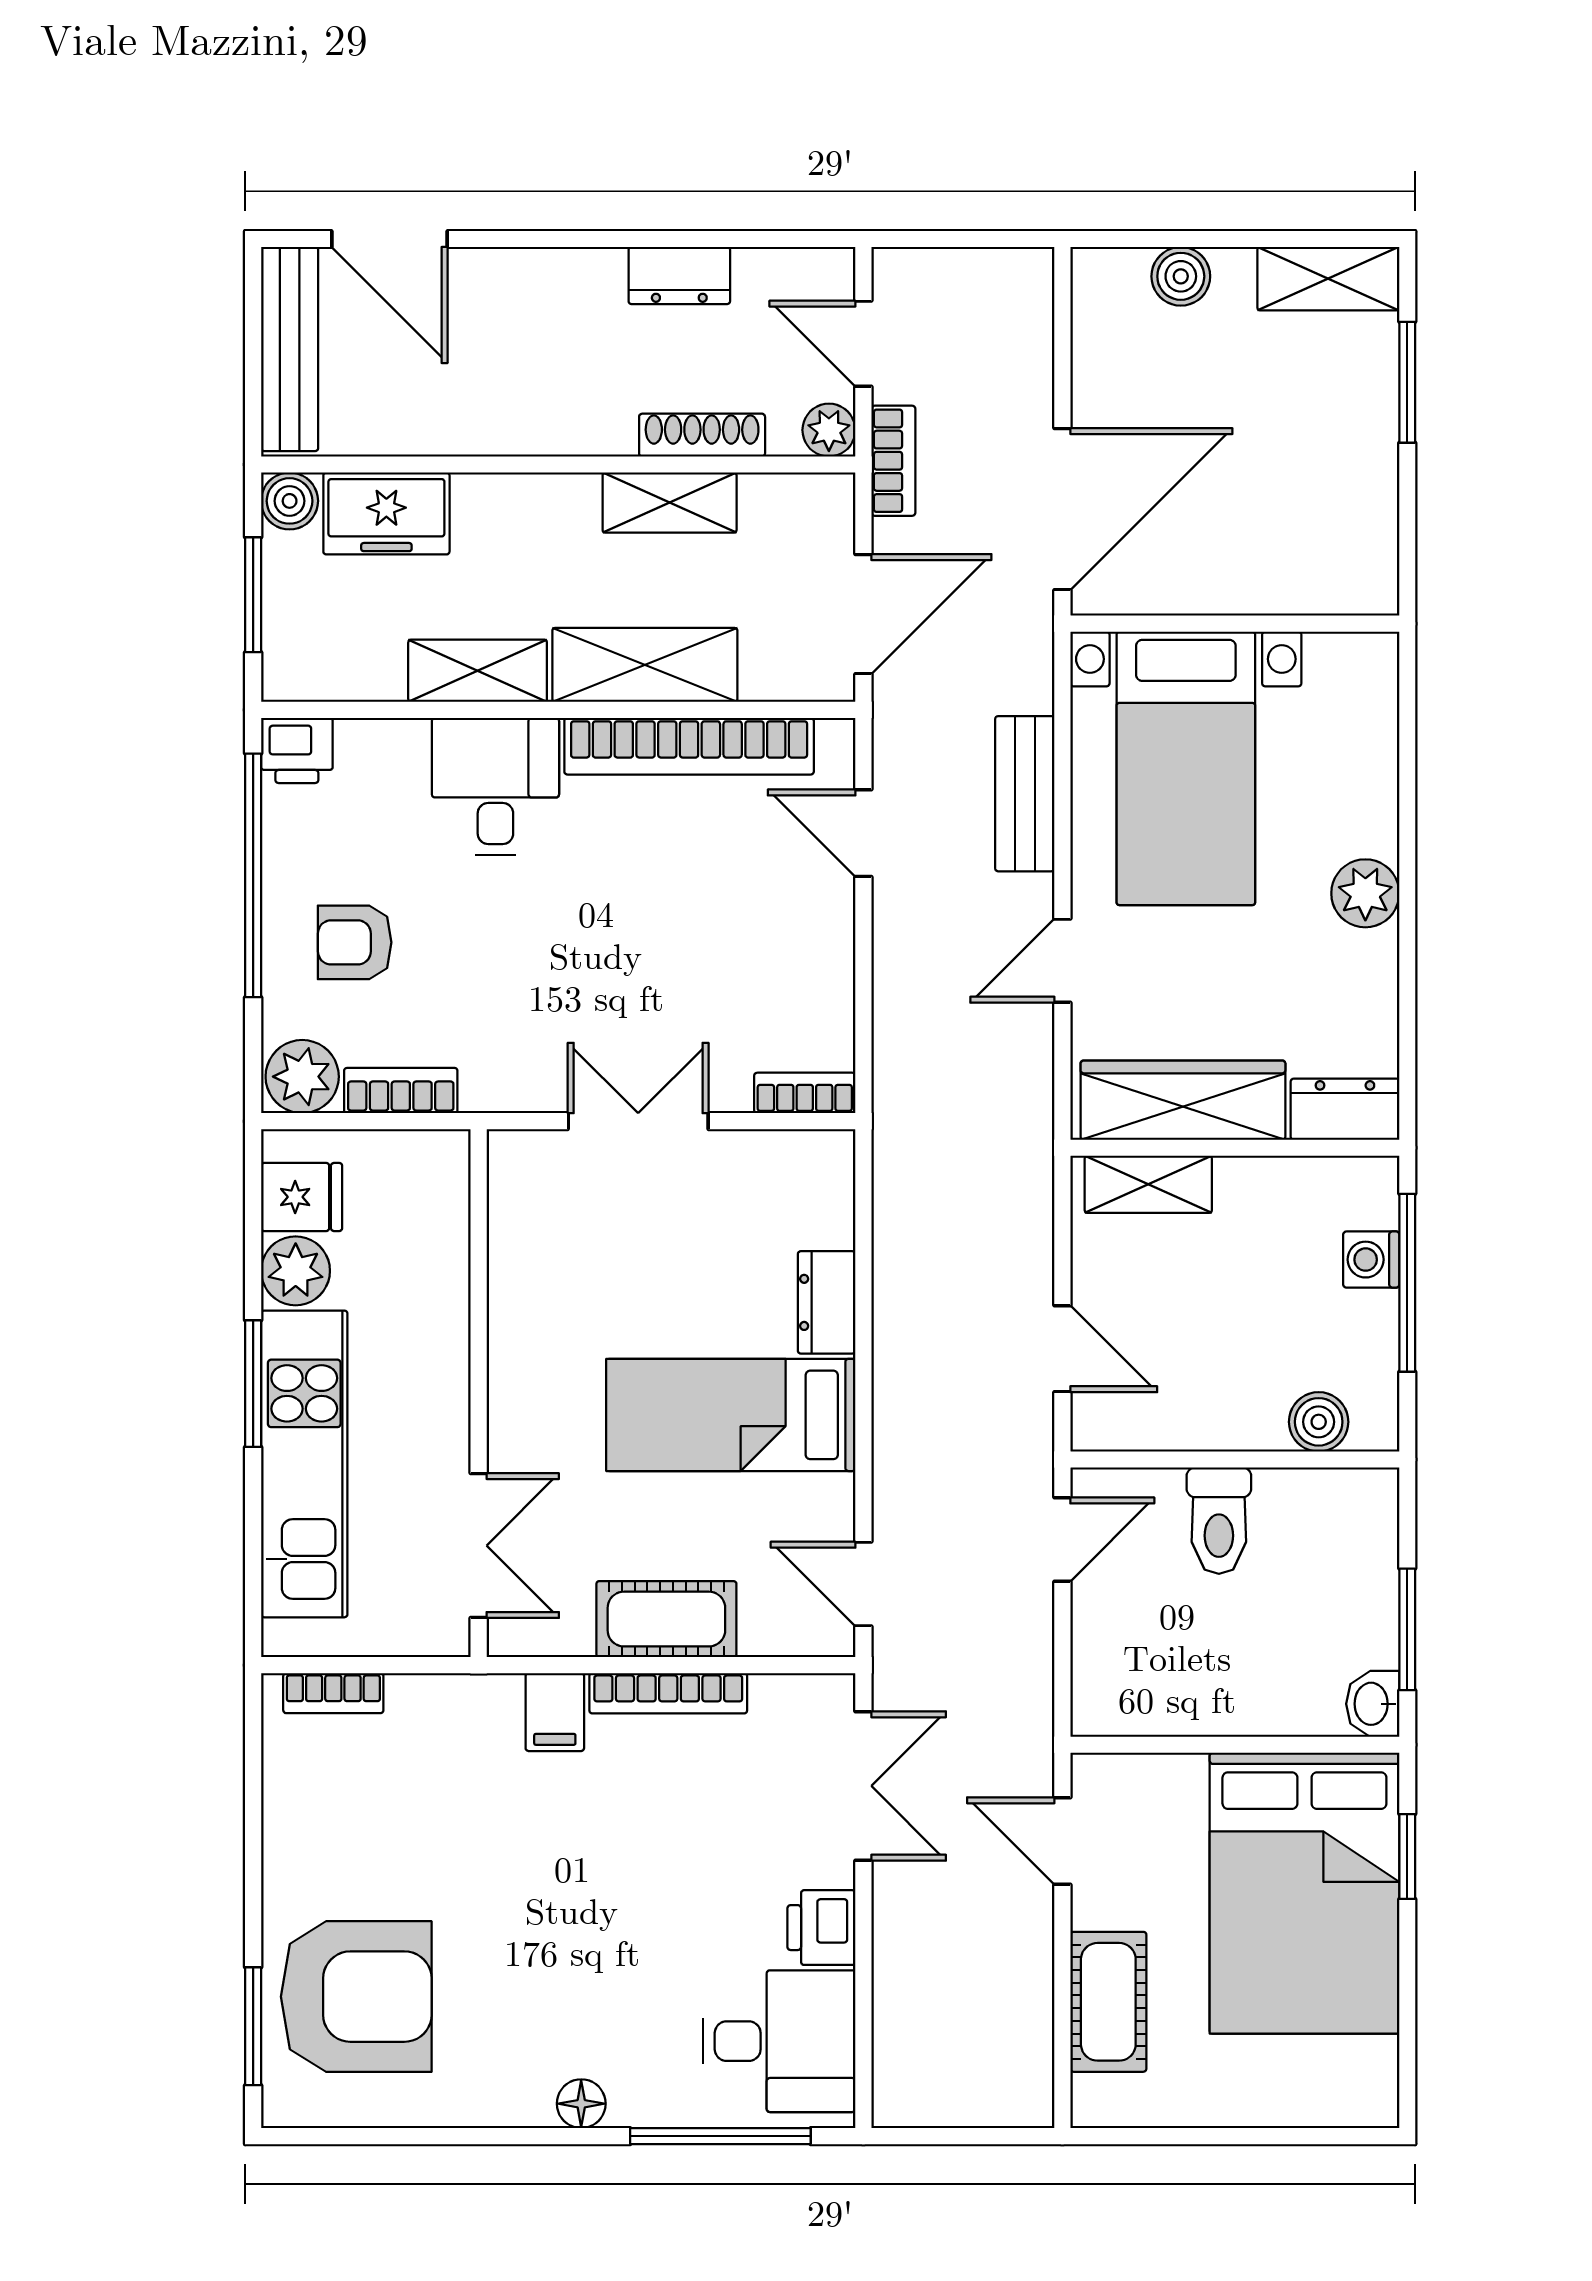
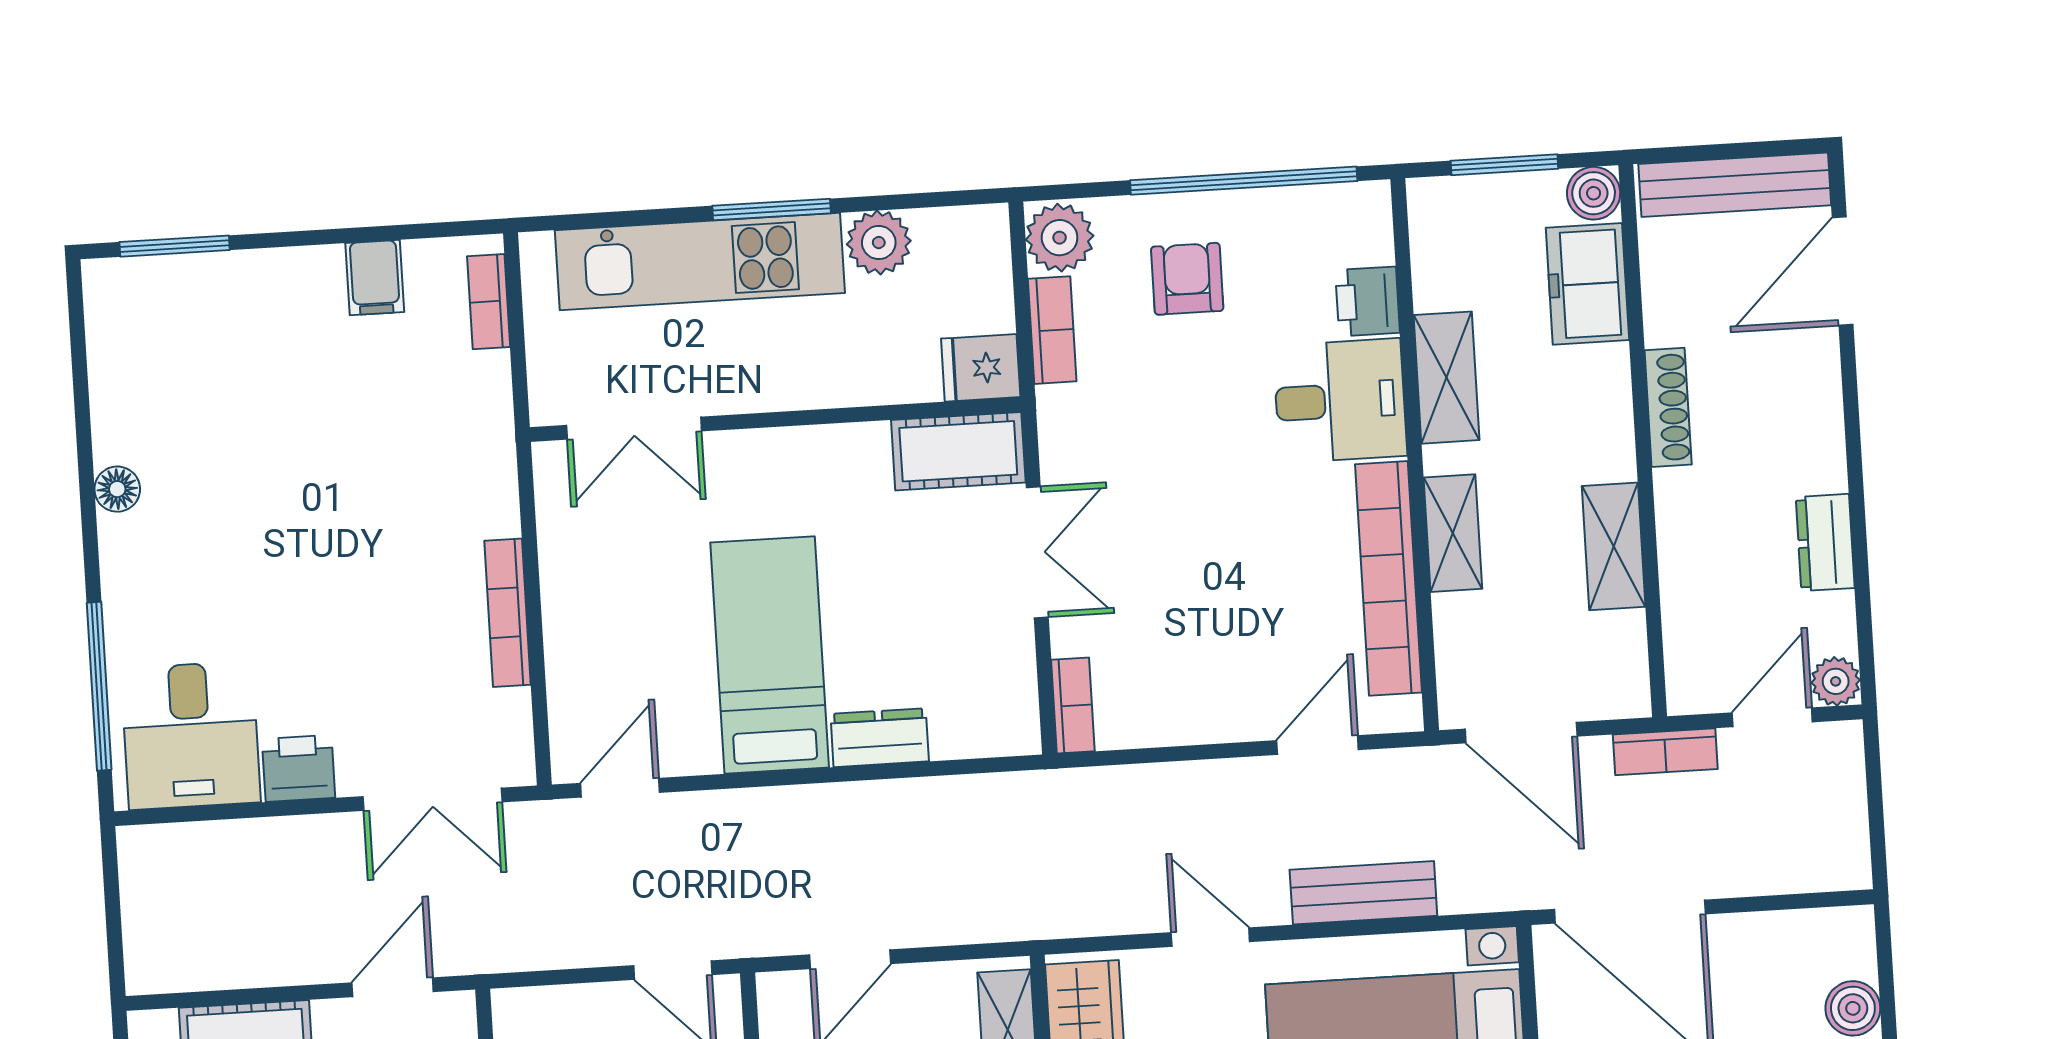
plant: (829, 430) -> (1836, 681), moved
shoe rack: (702, 435) -> (1668, 407), moved
shelving: (645, 665) -> (1453, 533), width x0.67, depth x0.75
printer: (297, 750) -> (1368, 301), moved
fridge: (302, 1197) -> (981, 368), moved, turned 90
cot: (666, 1619) -> (958, 451), moved, turned 90
filing cabinet: (555, 1712) -> (375, 278), moved, turned -90
armchair: (356, 1997) -> (208, 340), removed
floor lamp: (581, 2104) -> (117, 489), moved

